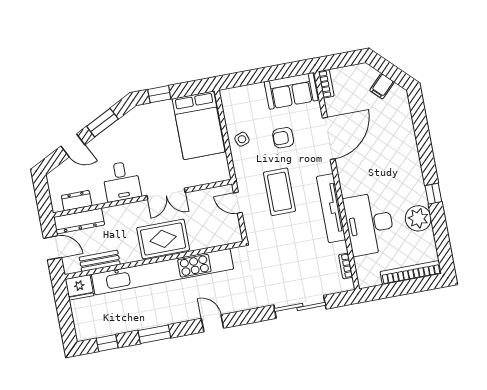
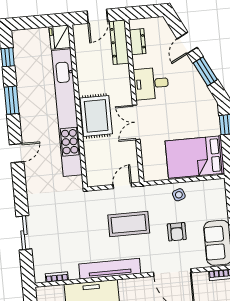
armchair: (283, 138) -> (177, 232), turned 180
bench: (100, 261) -> (82, 57), removed
sliding door: (300, 307) -> (24, 233), width x0.73

